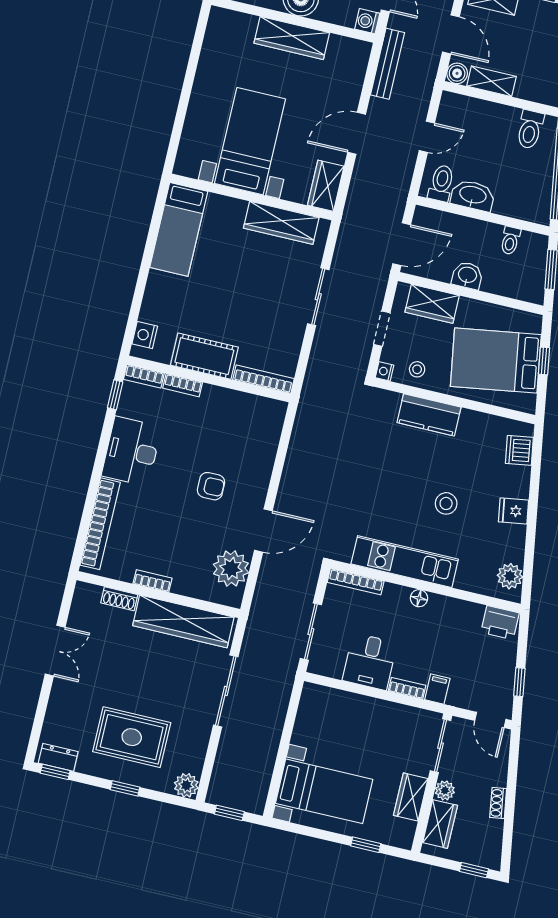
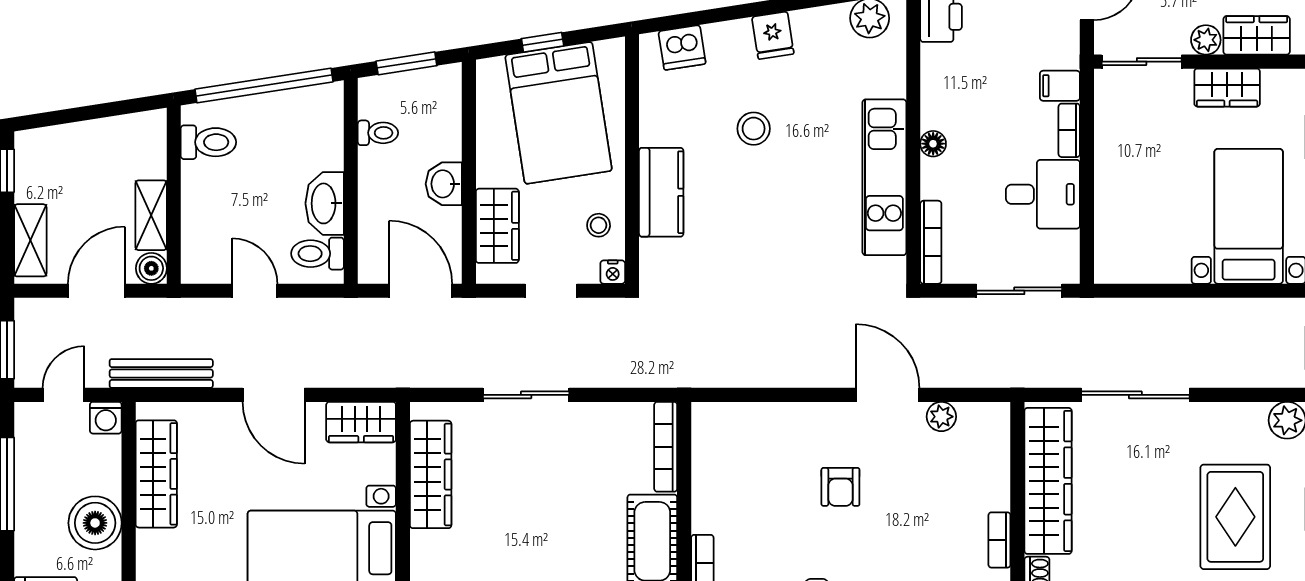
wardrobe: (292, 38) -> (156, 474), moved
armchair: (211, 486) -> (840, 487), turned 180
stool: (446, 503) -> (754, 129), moved
plant: (231, 569) -> (941, 417), width x0.53, depth x0.53

